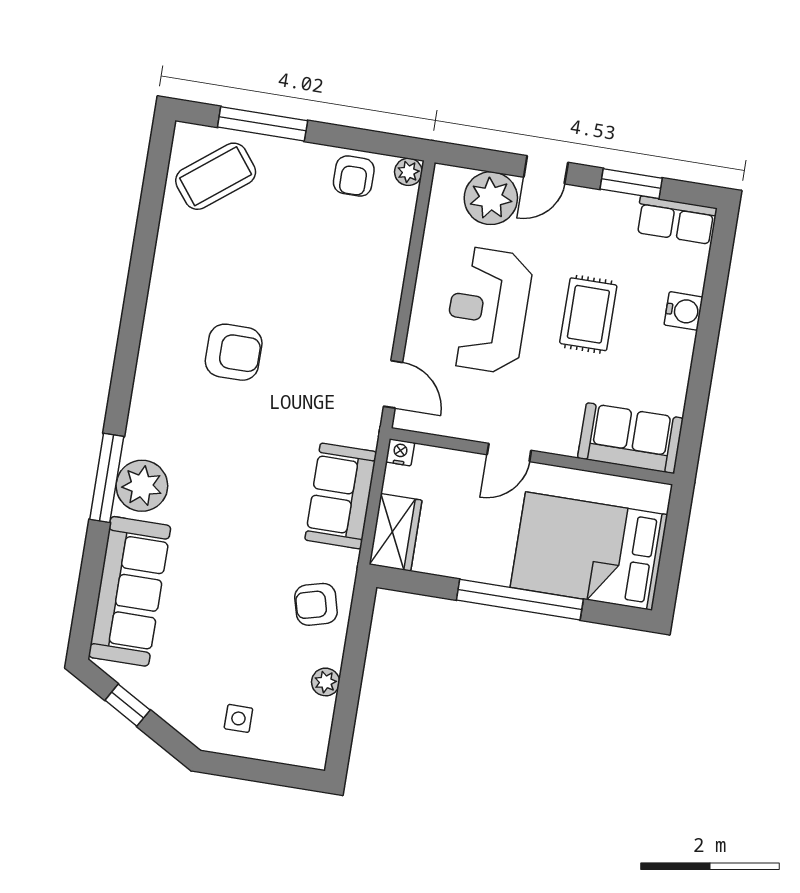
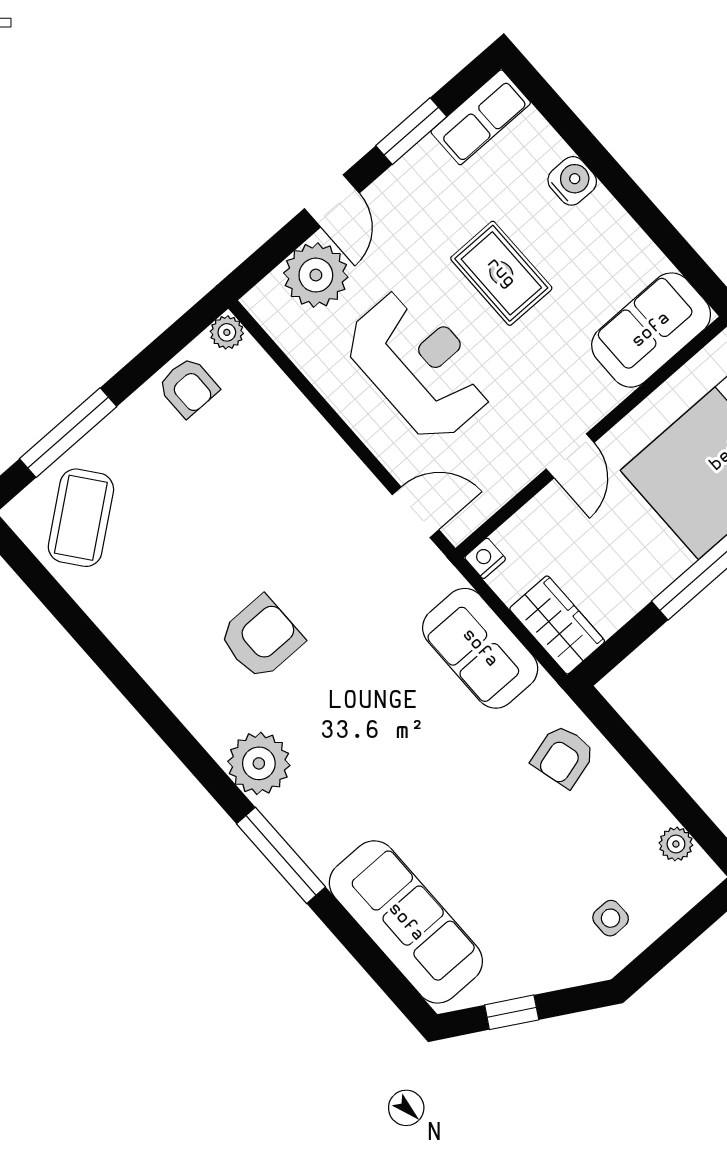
reception desk: (488, 310) -> (419, 365), turned 180
plant: (142, 486) -> (259, 763), moved
plant: (326, 682) -> (676, 844), moved

